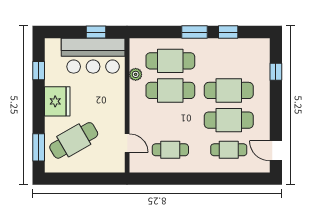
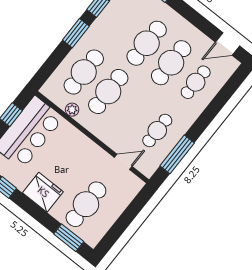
cafe table: (74, 140) -> (86, 204), turned 30
window: (164, 179) -> (177, 154), added

